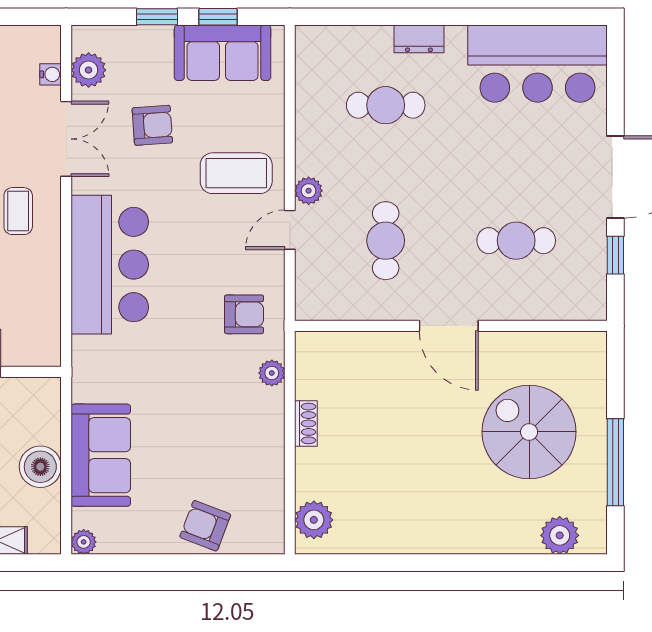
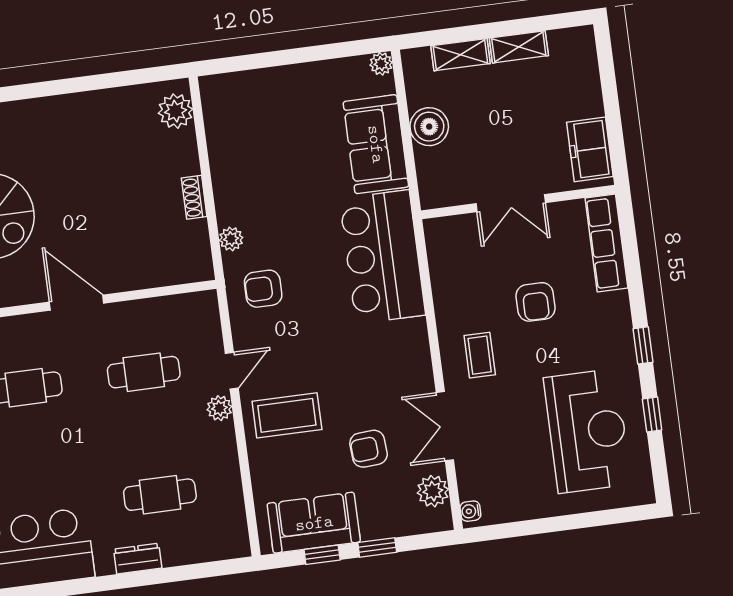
water cooler: (51, 74) -> (470, 511), moved
cafe table: (386, 241) -> (144, 372), turned 90
bar counter: (110, 265) -> (382, 257), moved
armchair: (205, 526) -> (273, 93), removed

